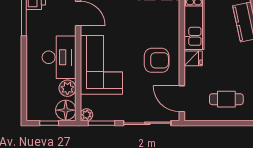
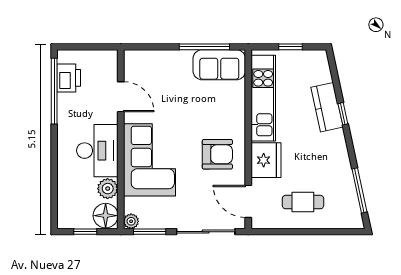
fridge: (193, 58) -> (266, 160), width x1.88, depth x1.34

